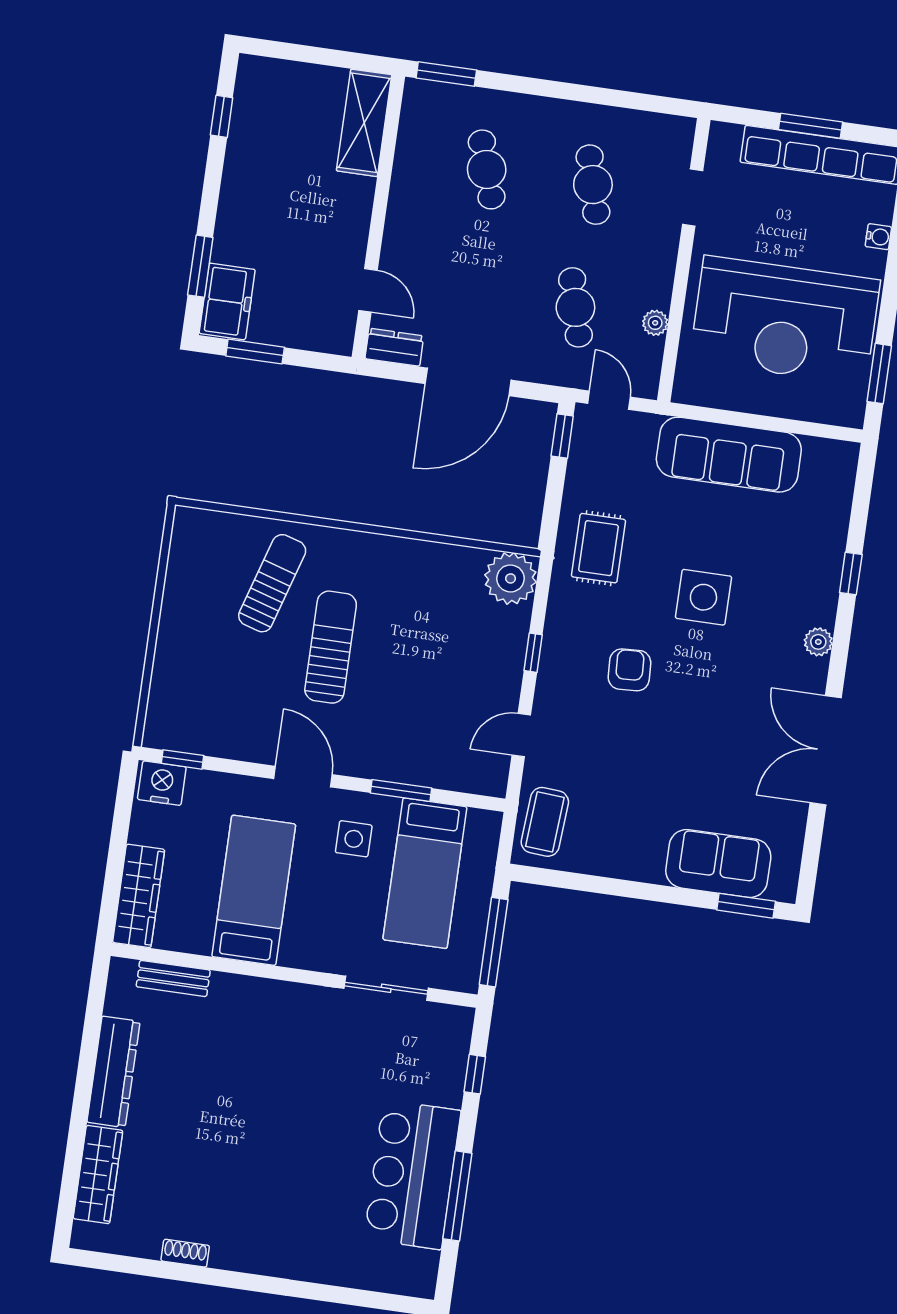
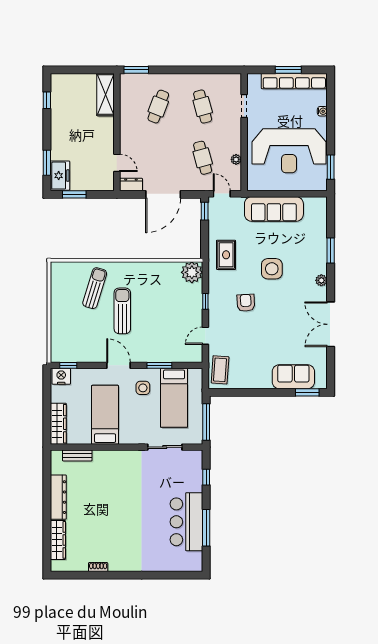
cafe table: (487, 169) -> (158, 107), turned 39
window: (851, 573) -> (331, 250), width x1.50

